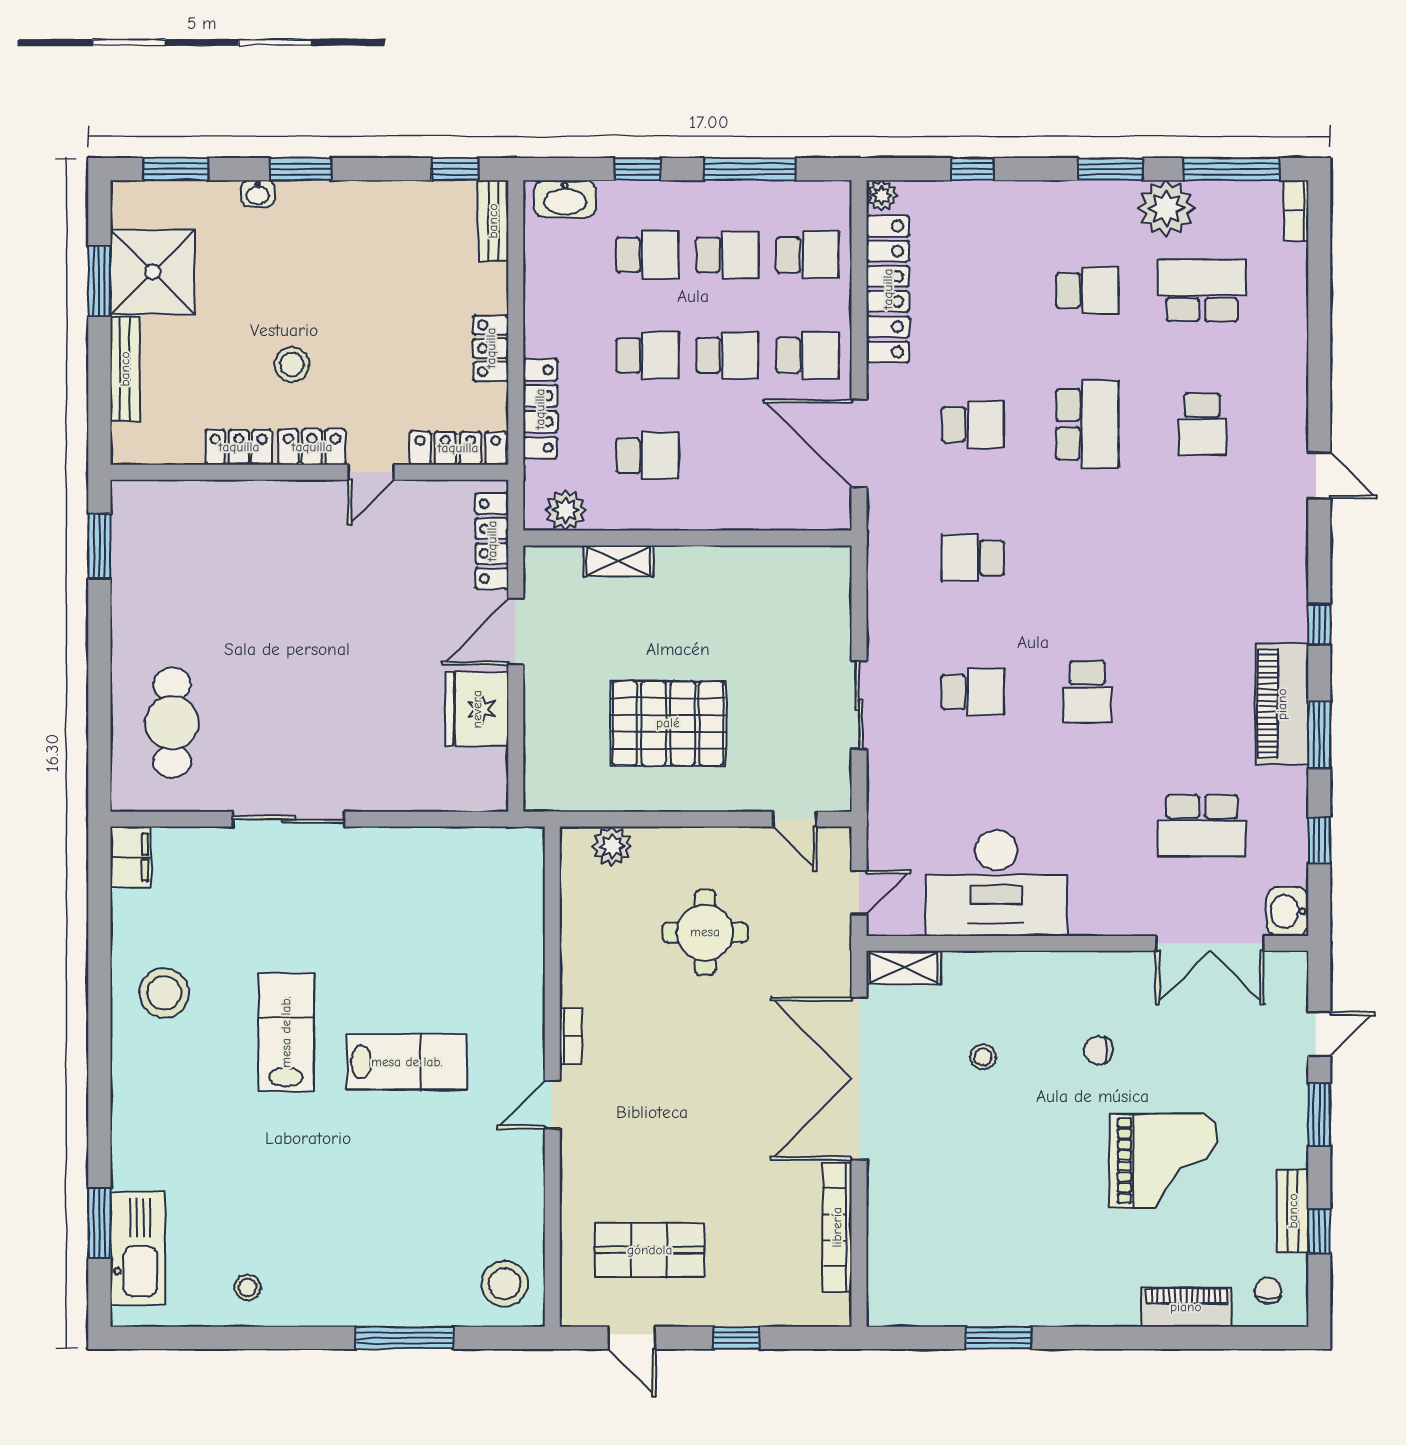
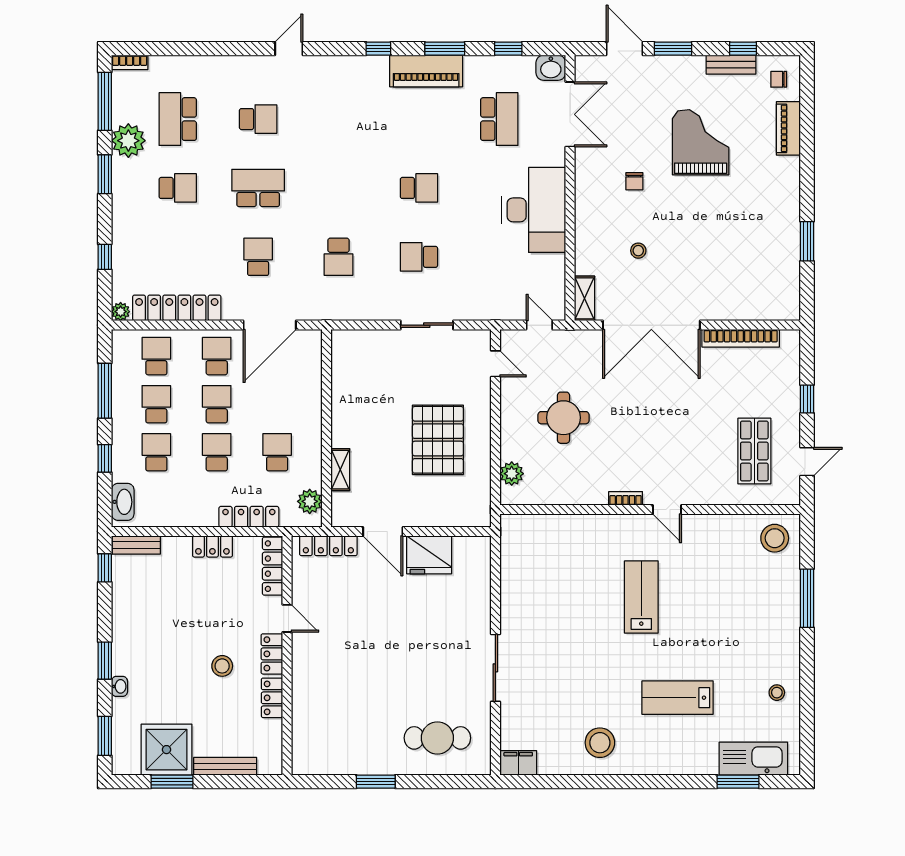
school desk: (1087, 290) -> (178, 188), turned 90
window: (99, 546) -> (376, 782), moved
school desk: (973, 692) -> (419, 257), turned -90
door: (795, 819) -> (495, 364), hinge flipped
desk: (996, 883) -> (534, 210), moved
lab bench: (286, 1032) -> (678, 698), moved
door: (1319, 1034) -> (624, 49), width x1.38

